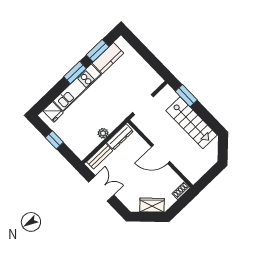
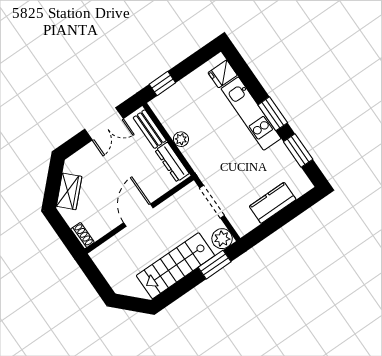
kitchen counter: (108, 58) -> (273, 203), moved, turned 90
plant: (167, 93) -> (222, 239), added
window: (54, 140) -> (162, 83), moved

